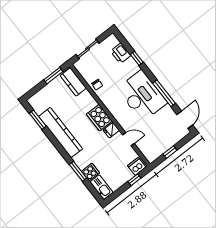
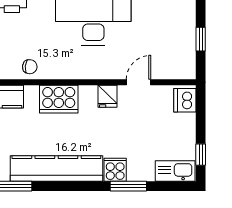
cooker: (99, 118) -> (59, 99), moved
cooker: (91, 172) -> (115, 170), moved
window: (134, 180) -> (201, 155), moved

